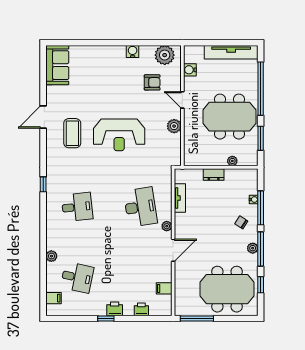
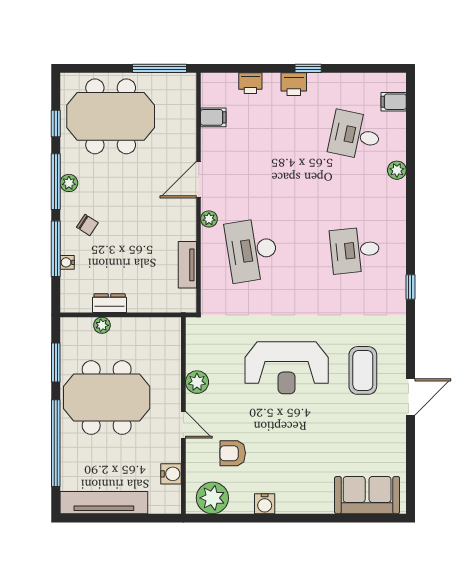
sofa: (57, 65) -> (367, 495), moved, turned 90
reception desk: (119, 135) -> (287, 368), turned 180
dresser: (214, 174) -> (110, 303), moved

